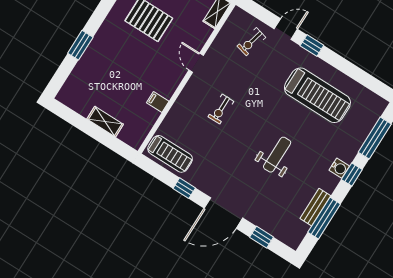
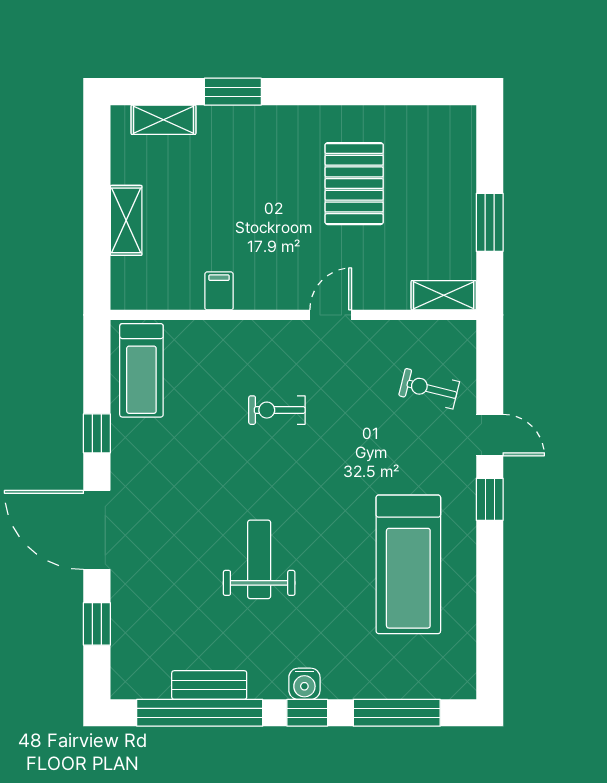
shelving: (74, 81) -> (163, 120), added
weight bench: (277, 155) -> (259, 559), turned -90
window: (324, 218) -> (200, 713), width x1.46

